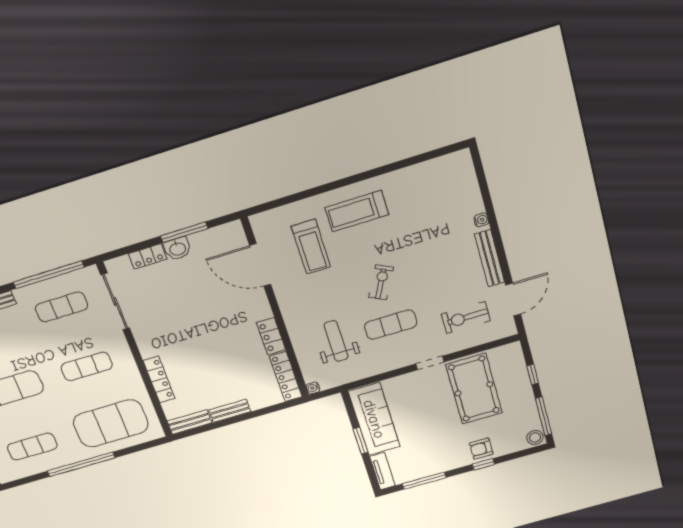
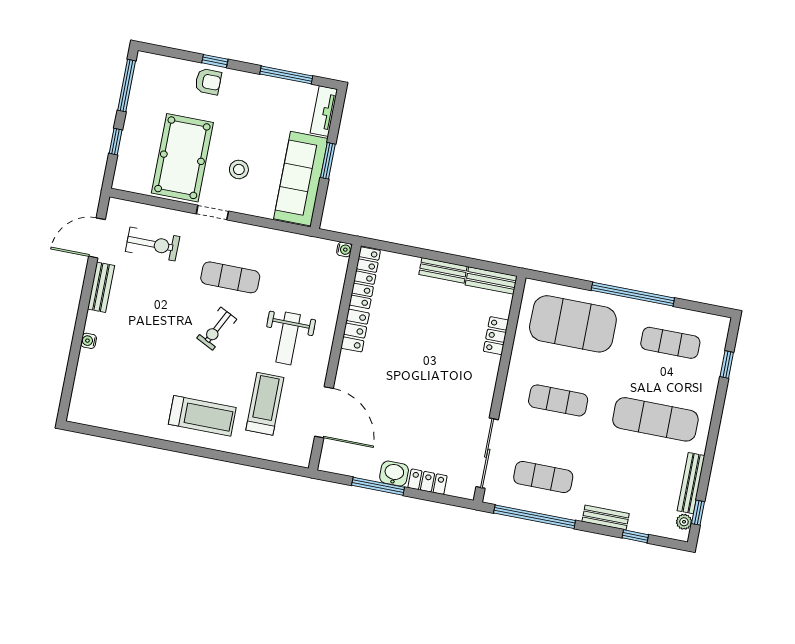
bench: (490, 258) -> (101, 287), width x0.73
weight bench: (336, 341) -> (288, 338), moved
locker: (159, 380) -> (496, 336), width x0.66
stool: (535, 437) -> (239, 169), moved

